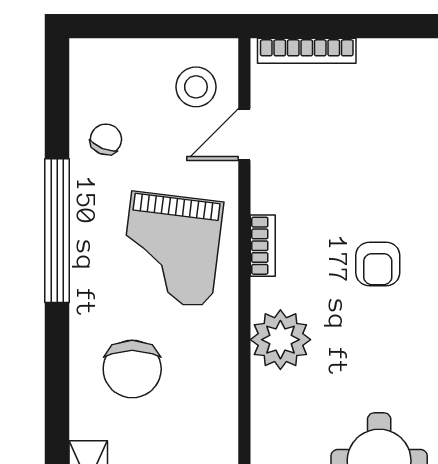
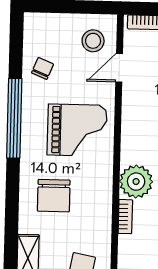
bookcase: (263, 246) -> (125, 217), moved
grand piano: (171, 249) -> (77, 130), turned -97

